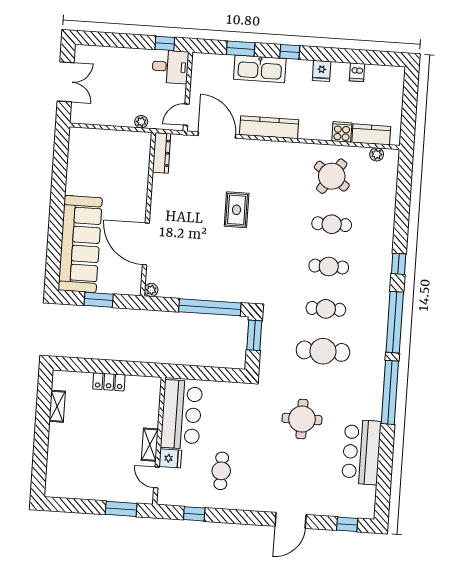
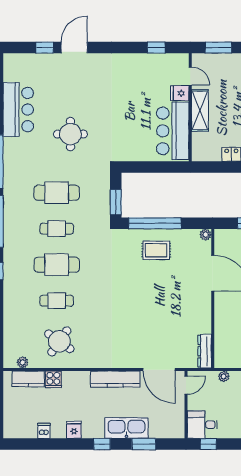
rug: (237, 210) -> (156, 250), moved, turned 90
cafe table: (329, 267) -> (57, 265), width x1.37, depth x1.35
shelving: (150, 445) -> (200, 111), width x1.50, depth x1.33
cafe table: (221, 471) -> (136, 86), removed
window: (347, 524) -> (45, 48), moved

